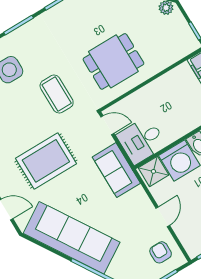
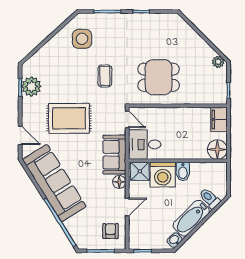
coffee table: (57, 94) -> (105, 76), width x0.73, depth x0.77
floor lamp: (139, 195) -> (119, 182), added

